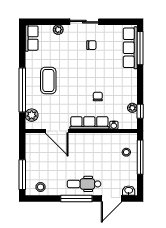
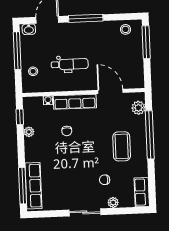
chair: (91, 45) -> (105, 180), moved
plant: (132, 108) -> (29, 132), moved
window: (140, 157) -> (17, 51), moved
dental chair: (84, 184) -> (70, 64), moved

